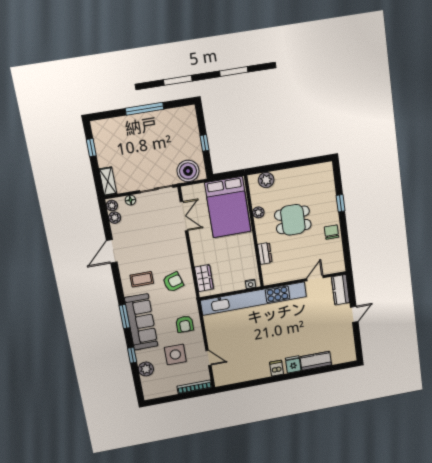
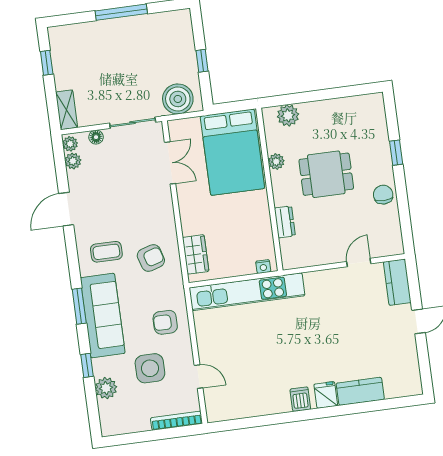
kitchen unit: (254, 299) -> (247, 292), width x0.73
armchair: (185, 324) -> (165, 322), turned 90

